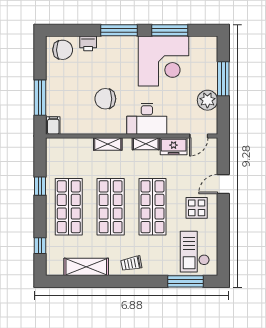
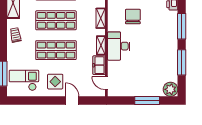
corner desk: (163, 61) -> (160, 58), removed
plant: (207, 100) -> (170, 89), moved

